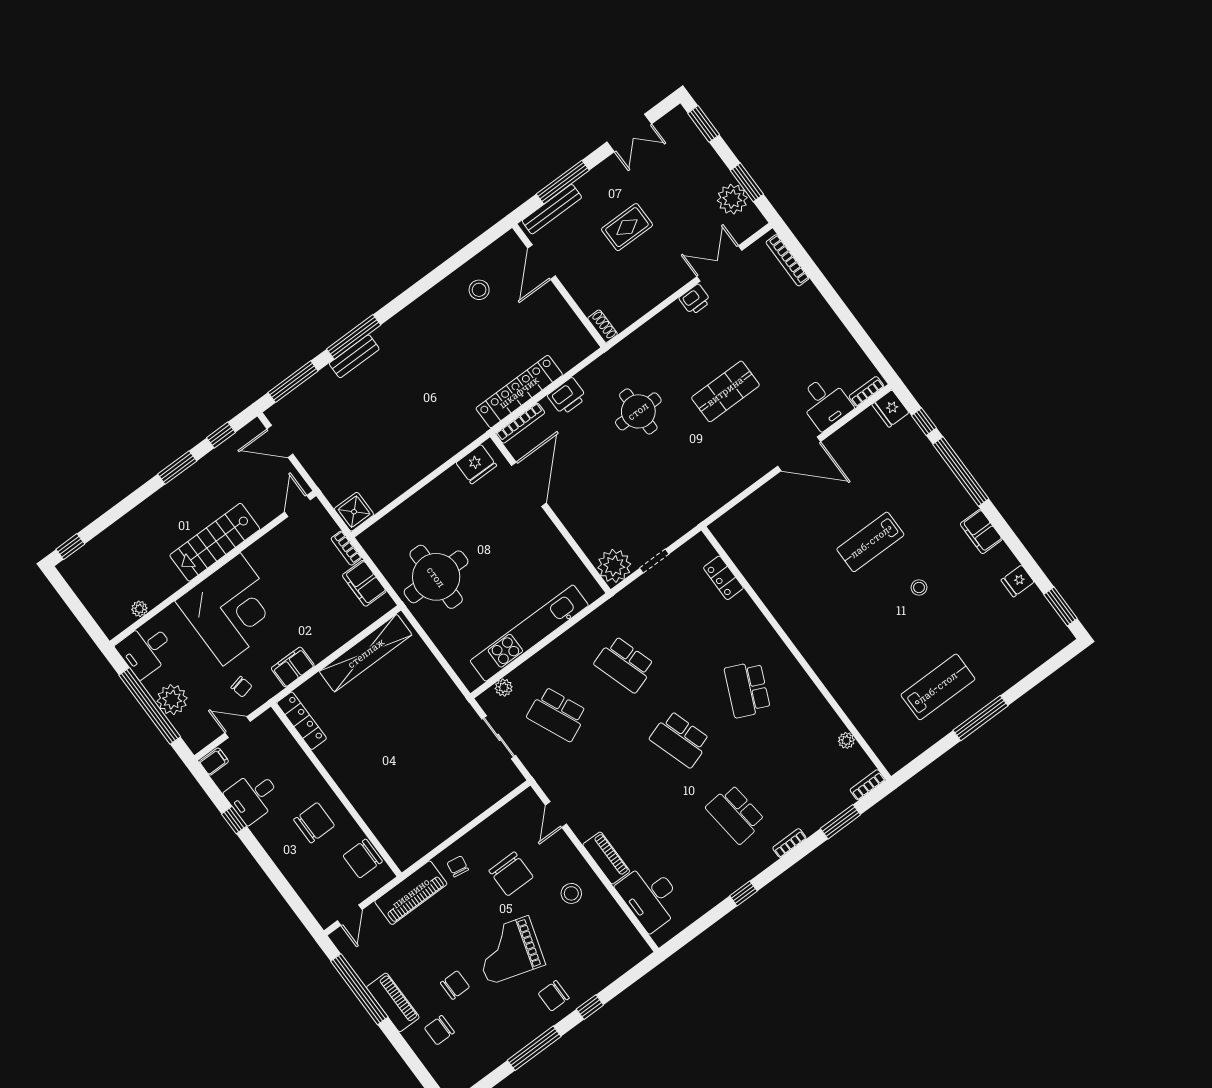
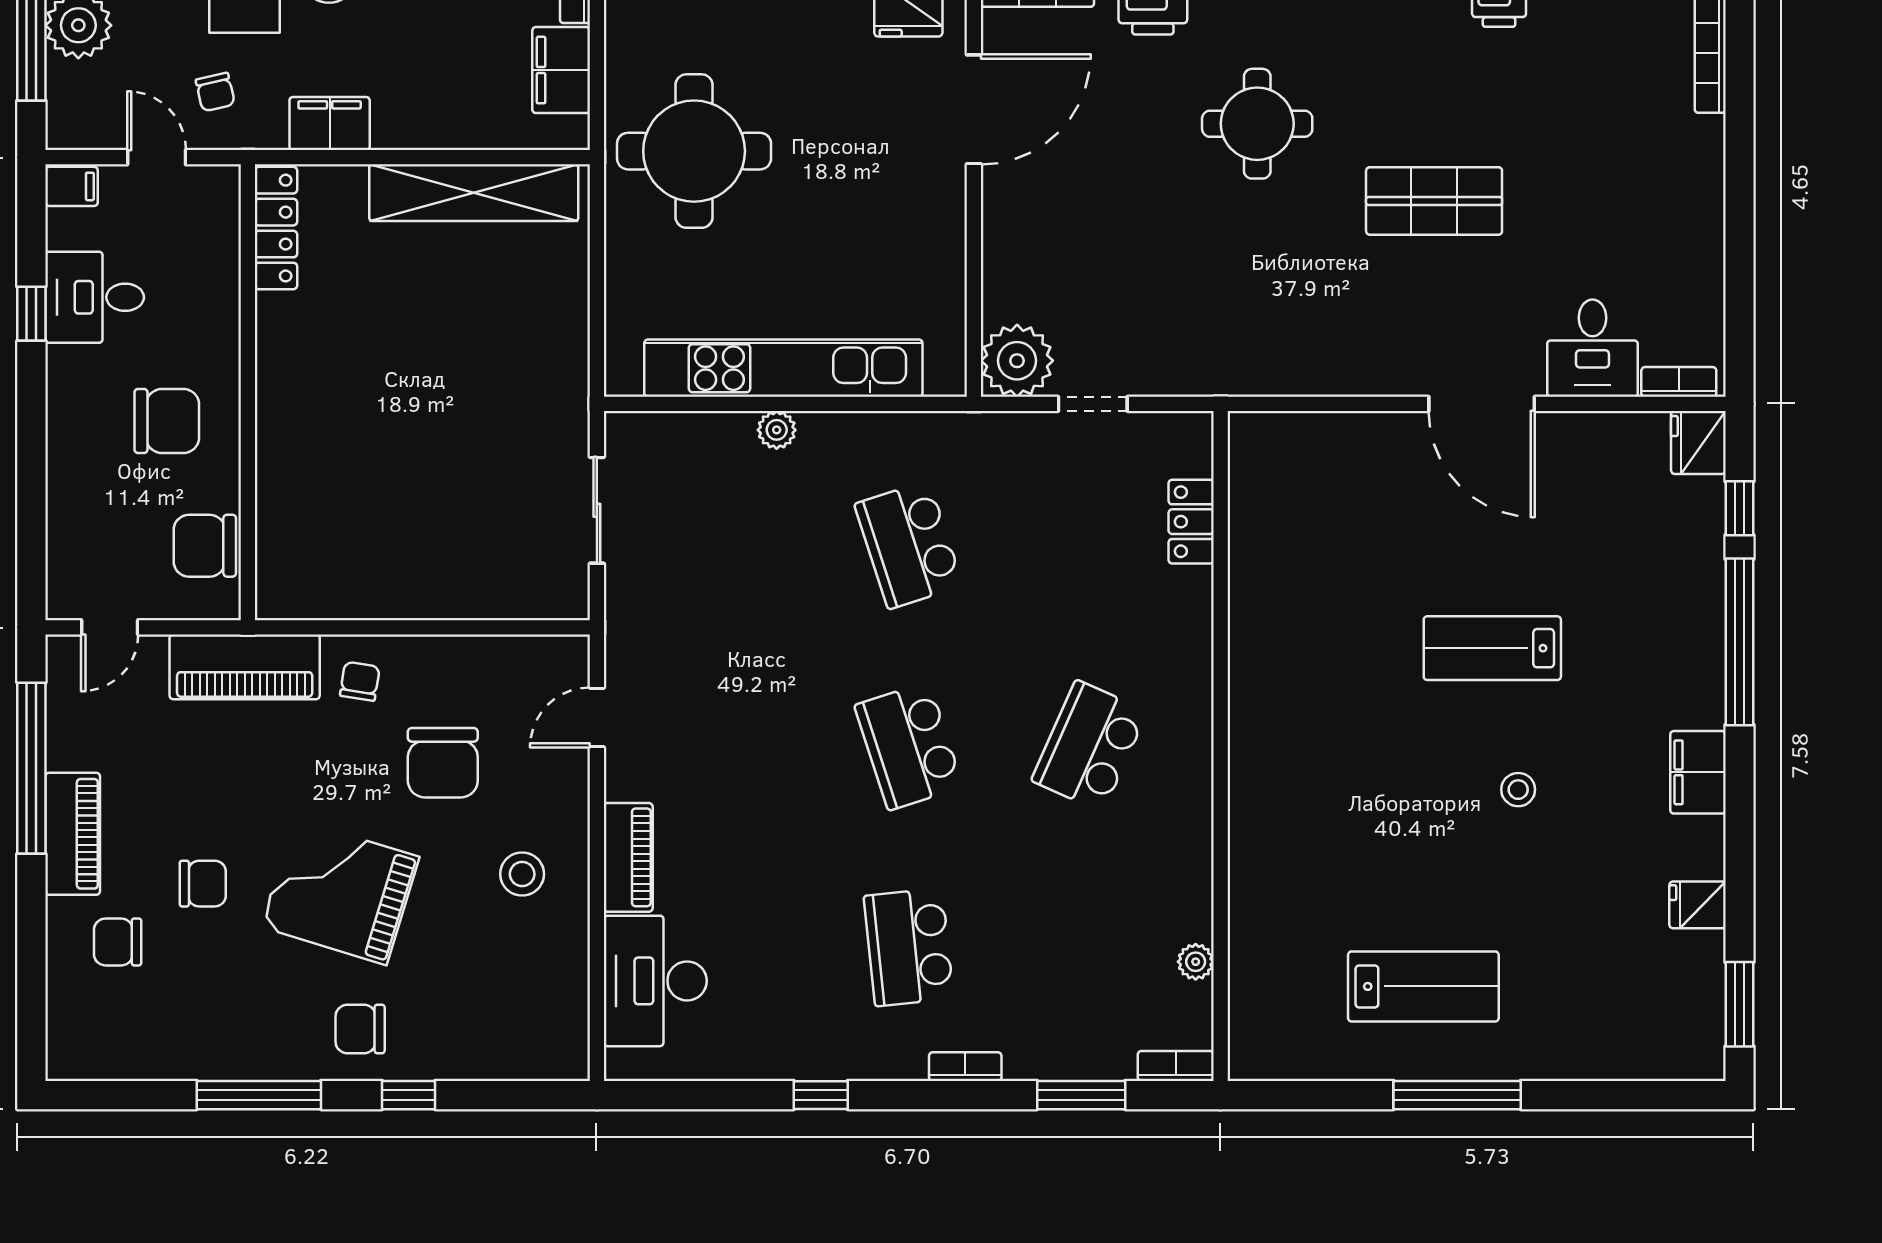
plant: (504, 688) -> (777, 430), moved
school desk: (557, 714) -> (728, 545), removed

